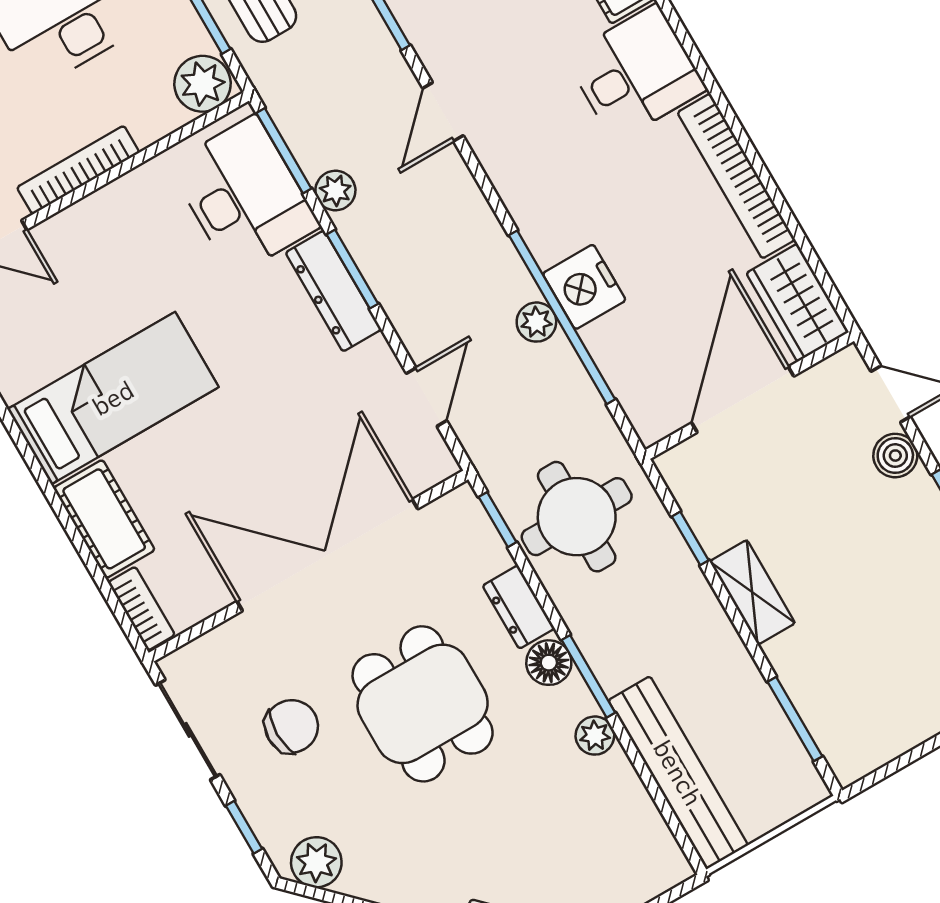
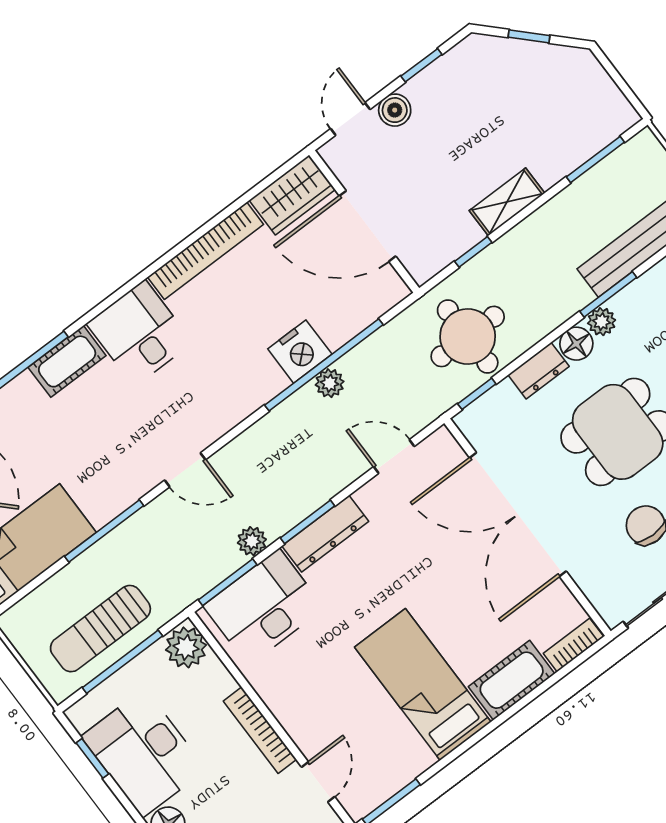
window: (588, 676) -> (608, 294), moved
plant: (595, 736) -> (602, 322), moved

